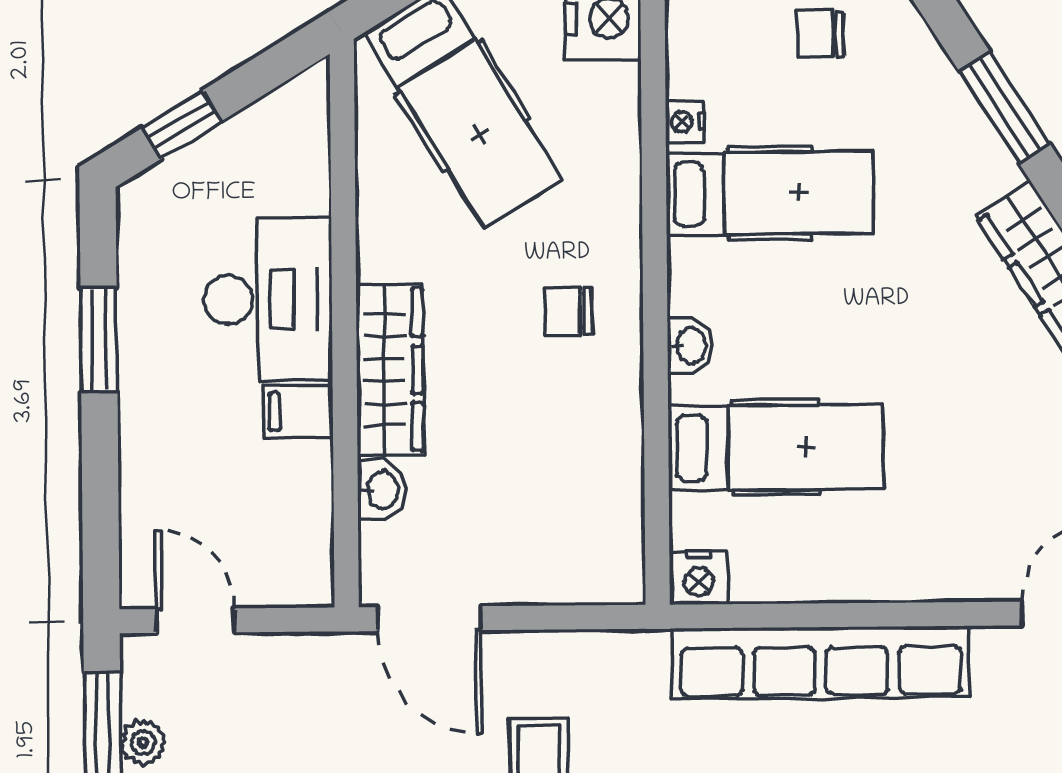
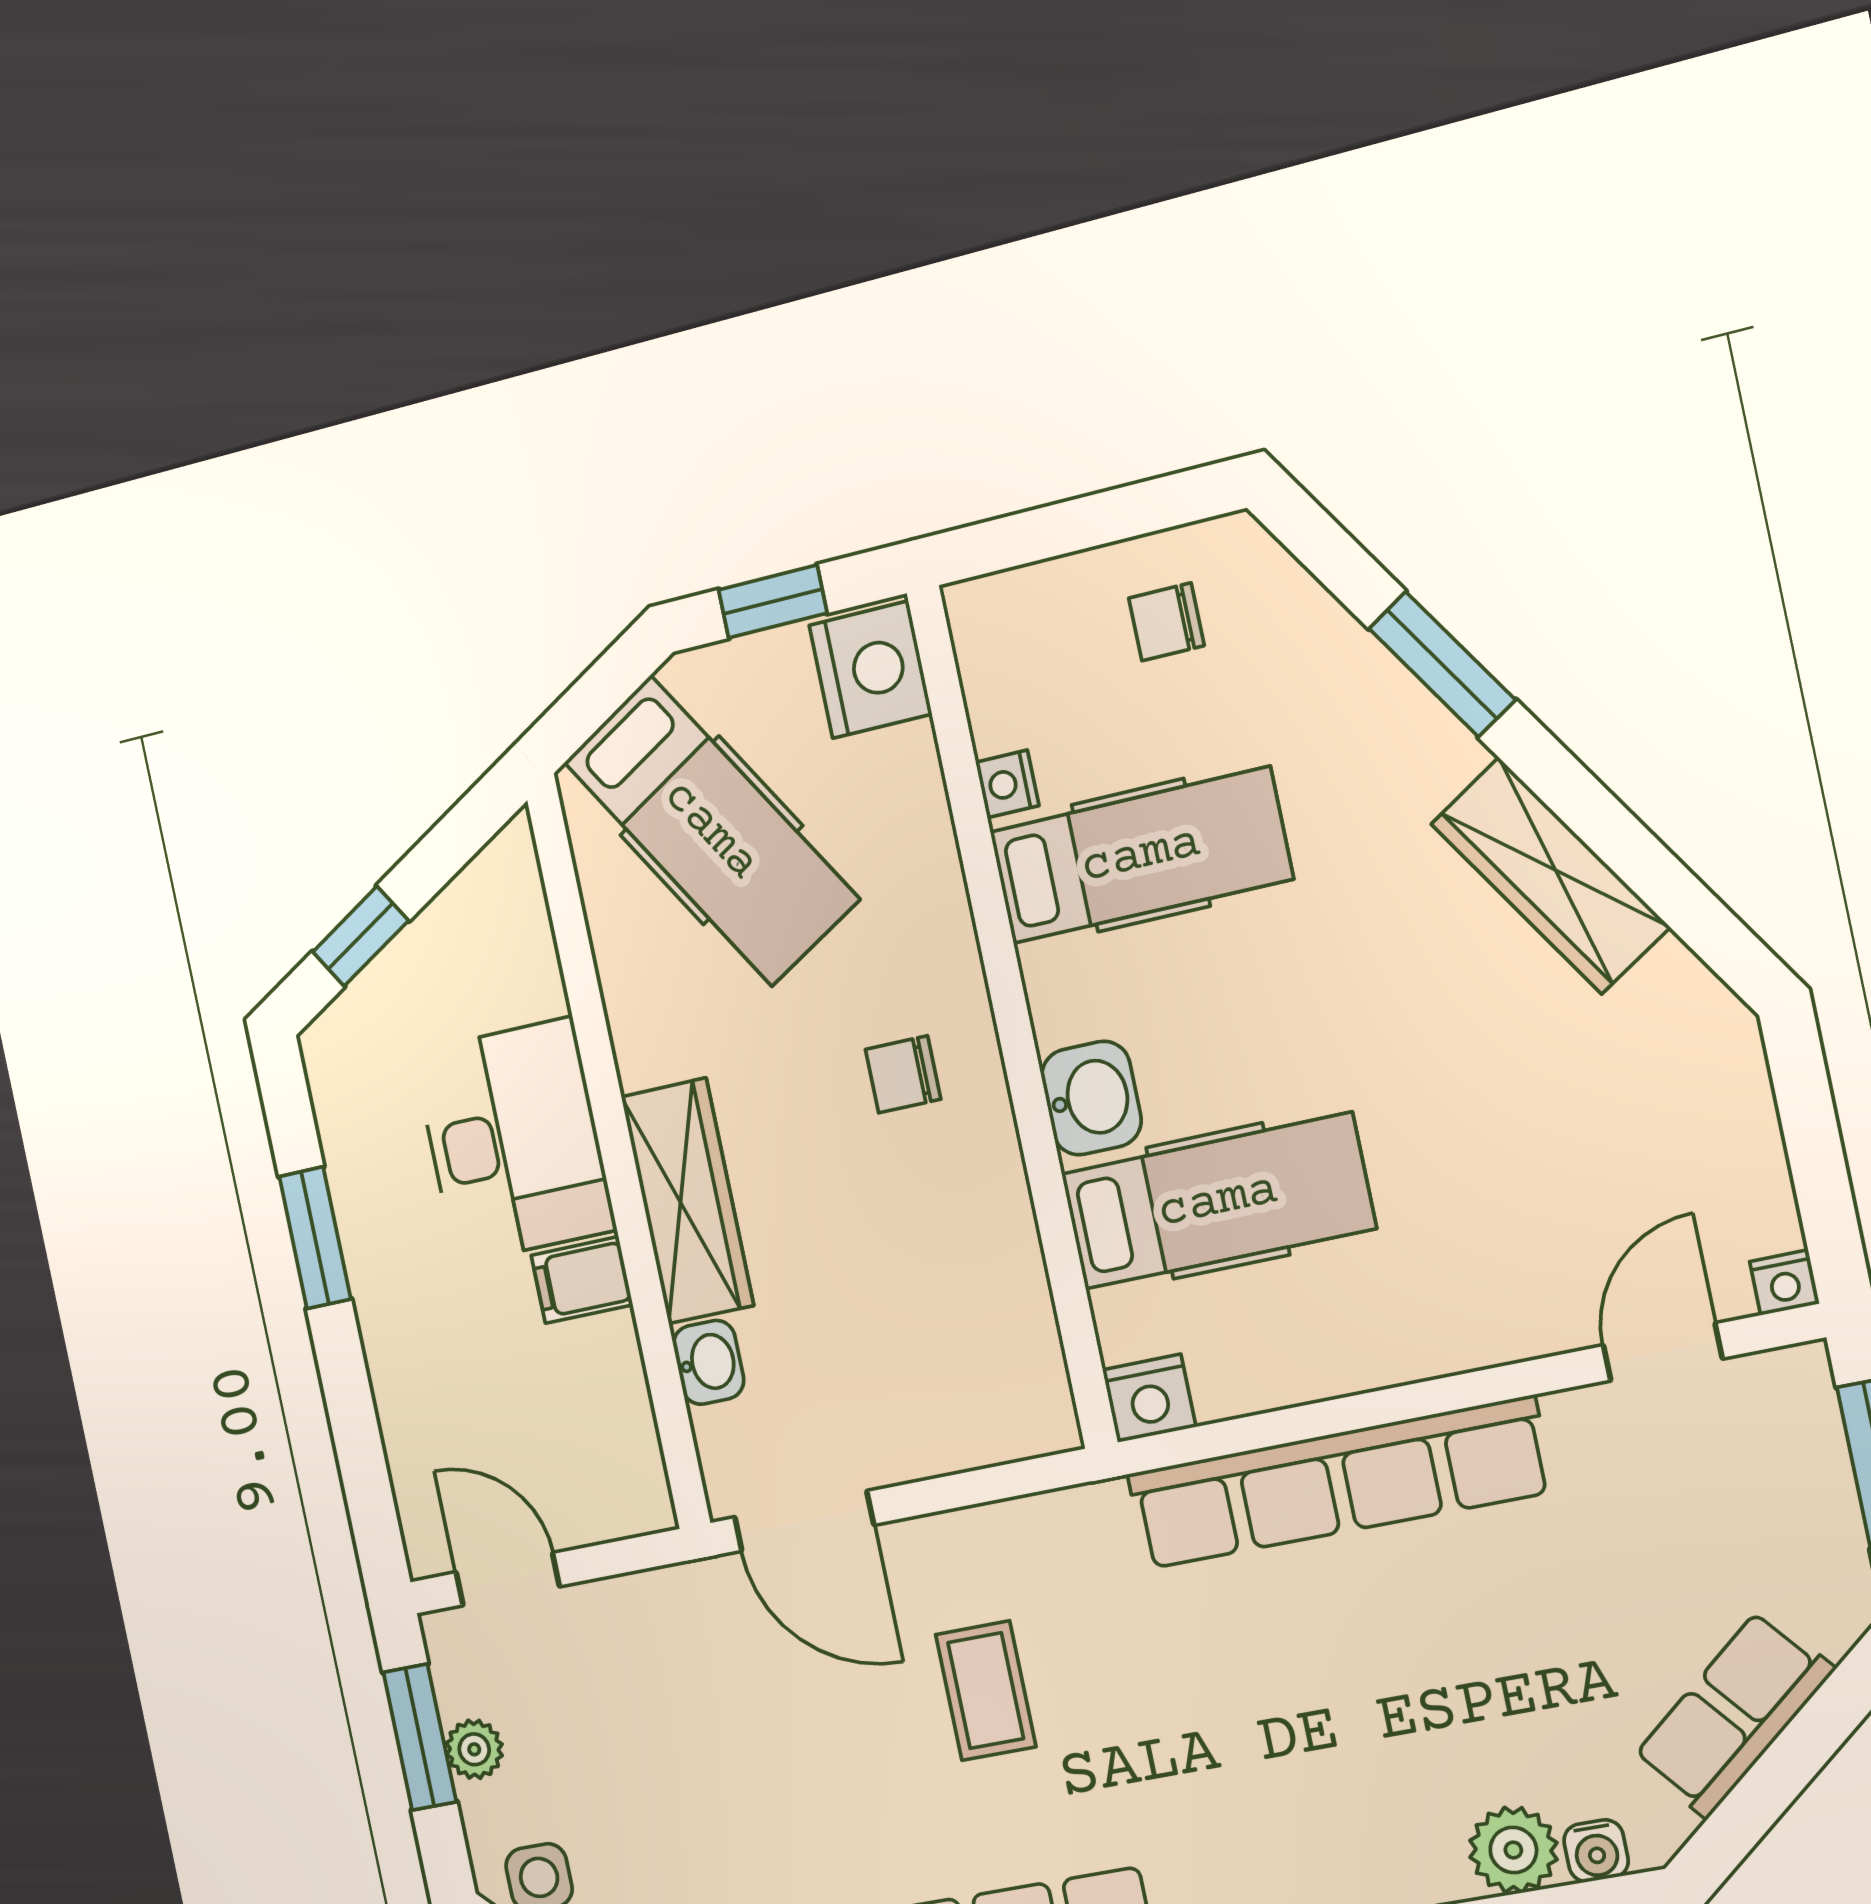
washbasin: (690, 346) -> (1091, 1098), width x1.38, depth x1.45

